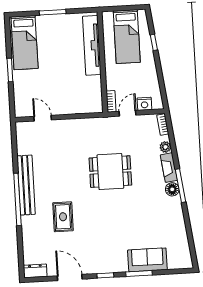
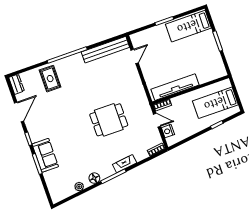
tv unit: (92, 45) -> (175, 87), moved
plant: (165, 147) -> (79, 187), moved
dining table: (110, 172) -> (109, 120), turned 90
bench: (26, 185) -> (105, 50), moved
floor lamp: (172, 189) -> (94, 178), moved
rug: (63, 217) -> (50, 79), moved, turned 90
sofa: (147, 260) -> (45, 155), moved

